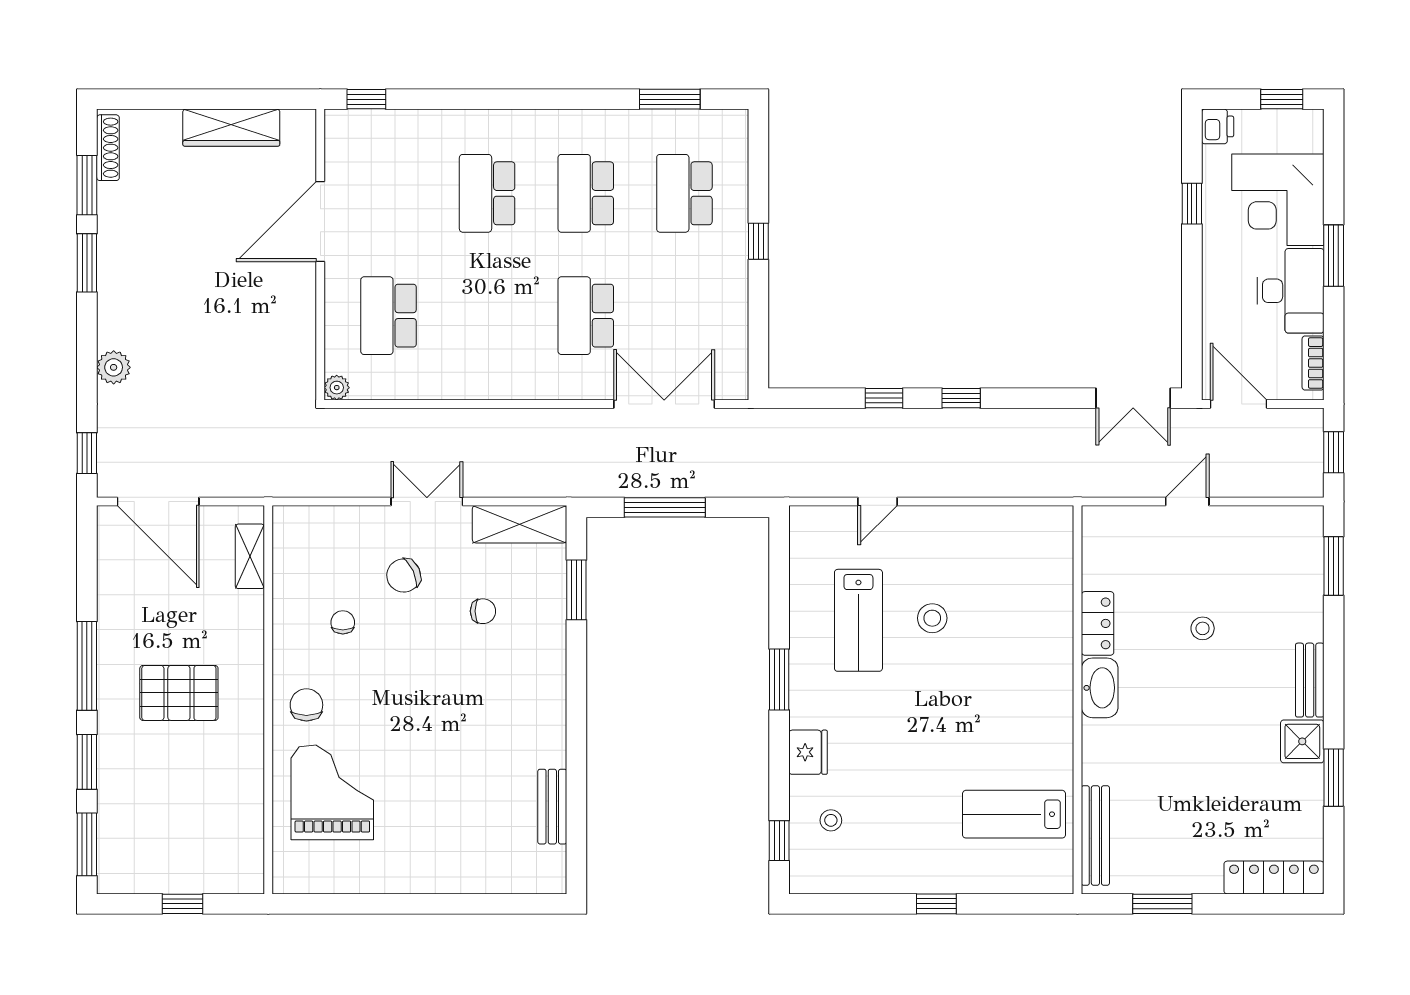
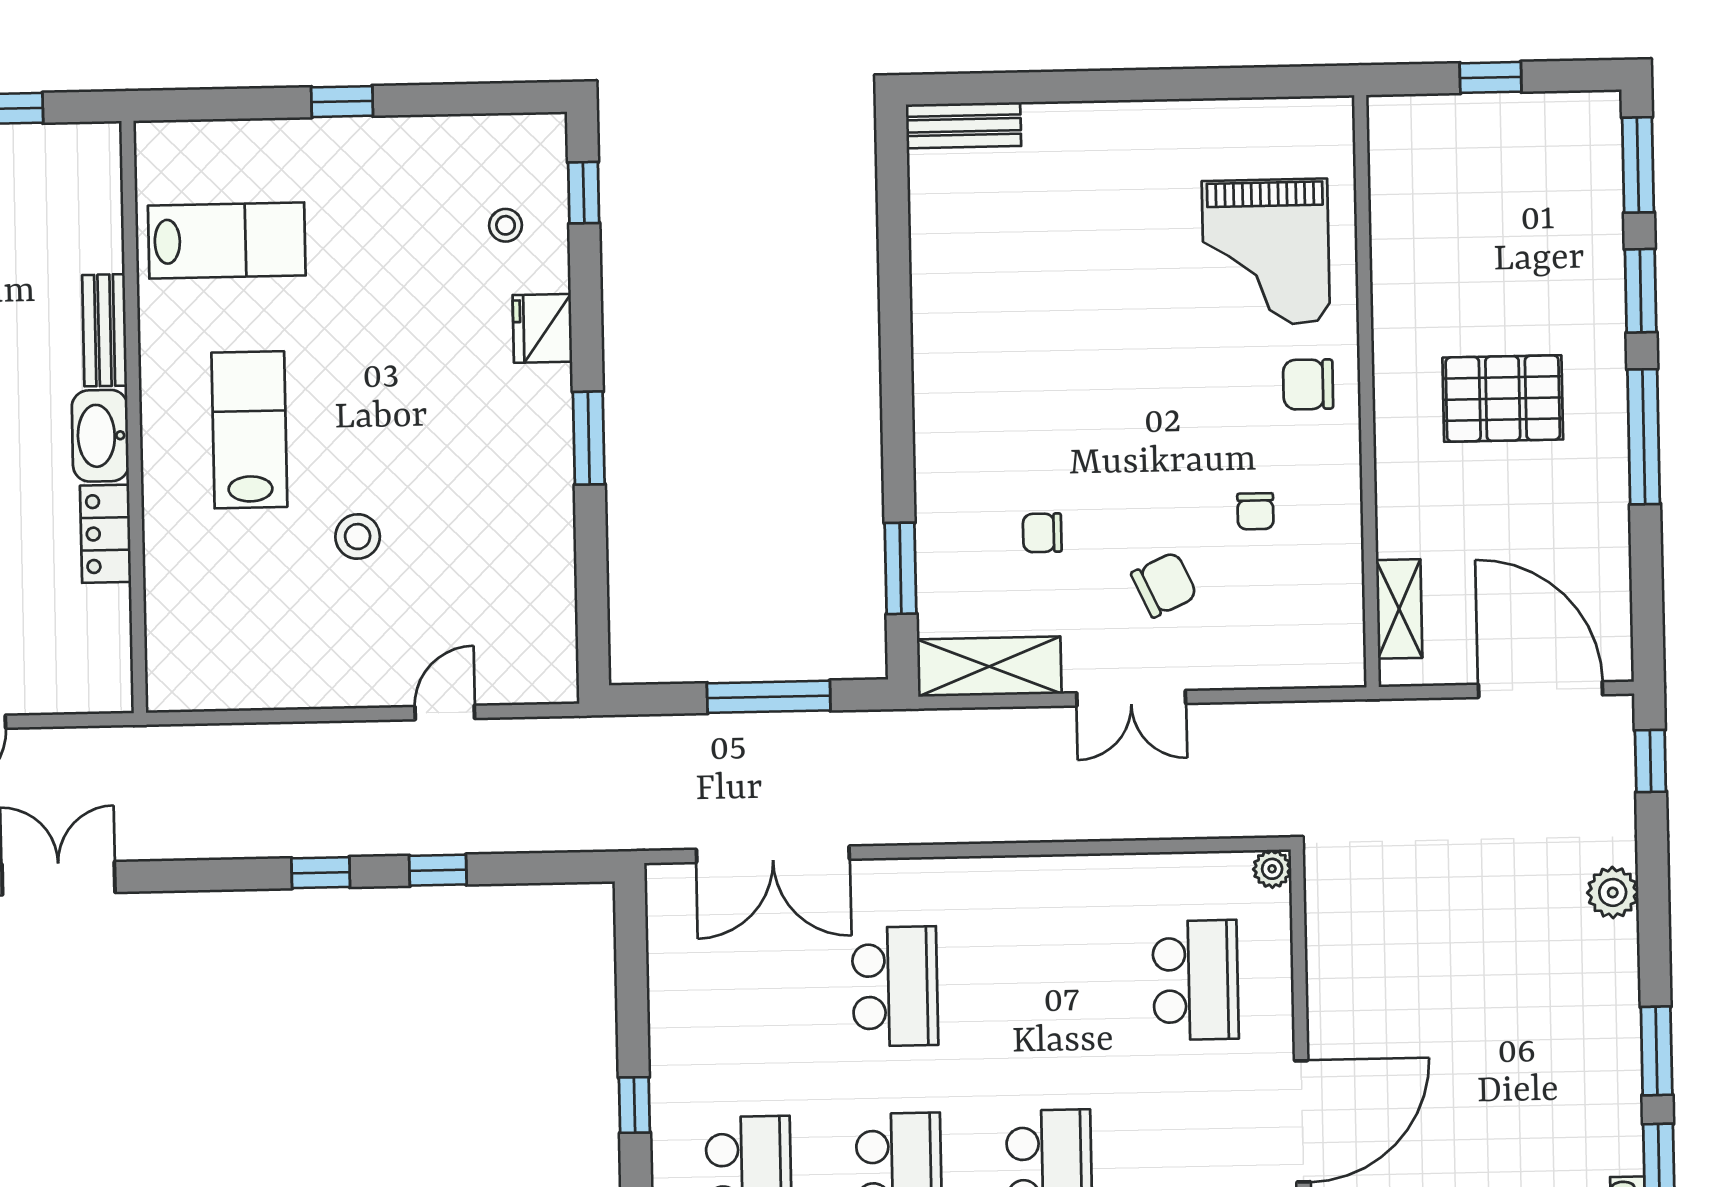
lab bench: (858, 620) -> (249, 430), moved
chair: (306, 705) -> (1308, 384), turned 90
bench: (552, 807) -> (963, 125), moved, turned 90
bench: (1095, 836) -> (105, 330), moved, width x0.73

